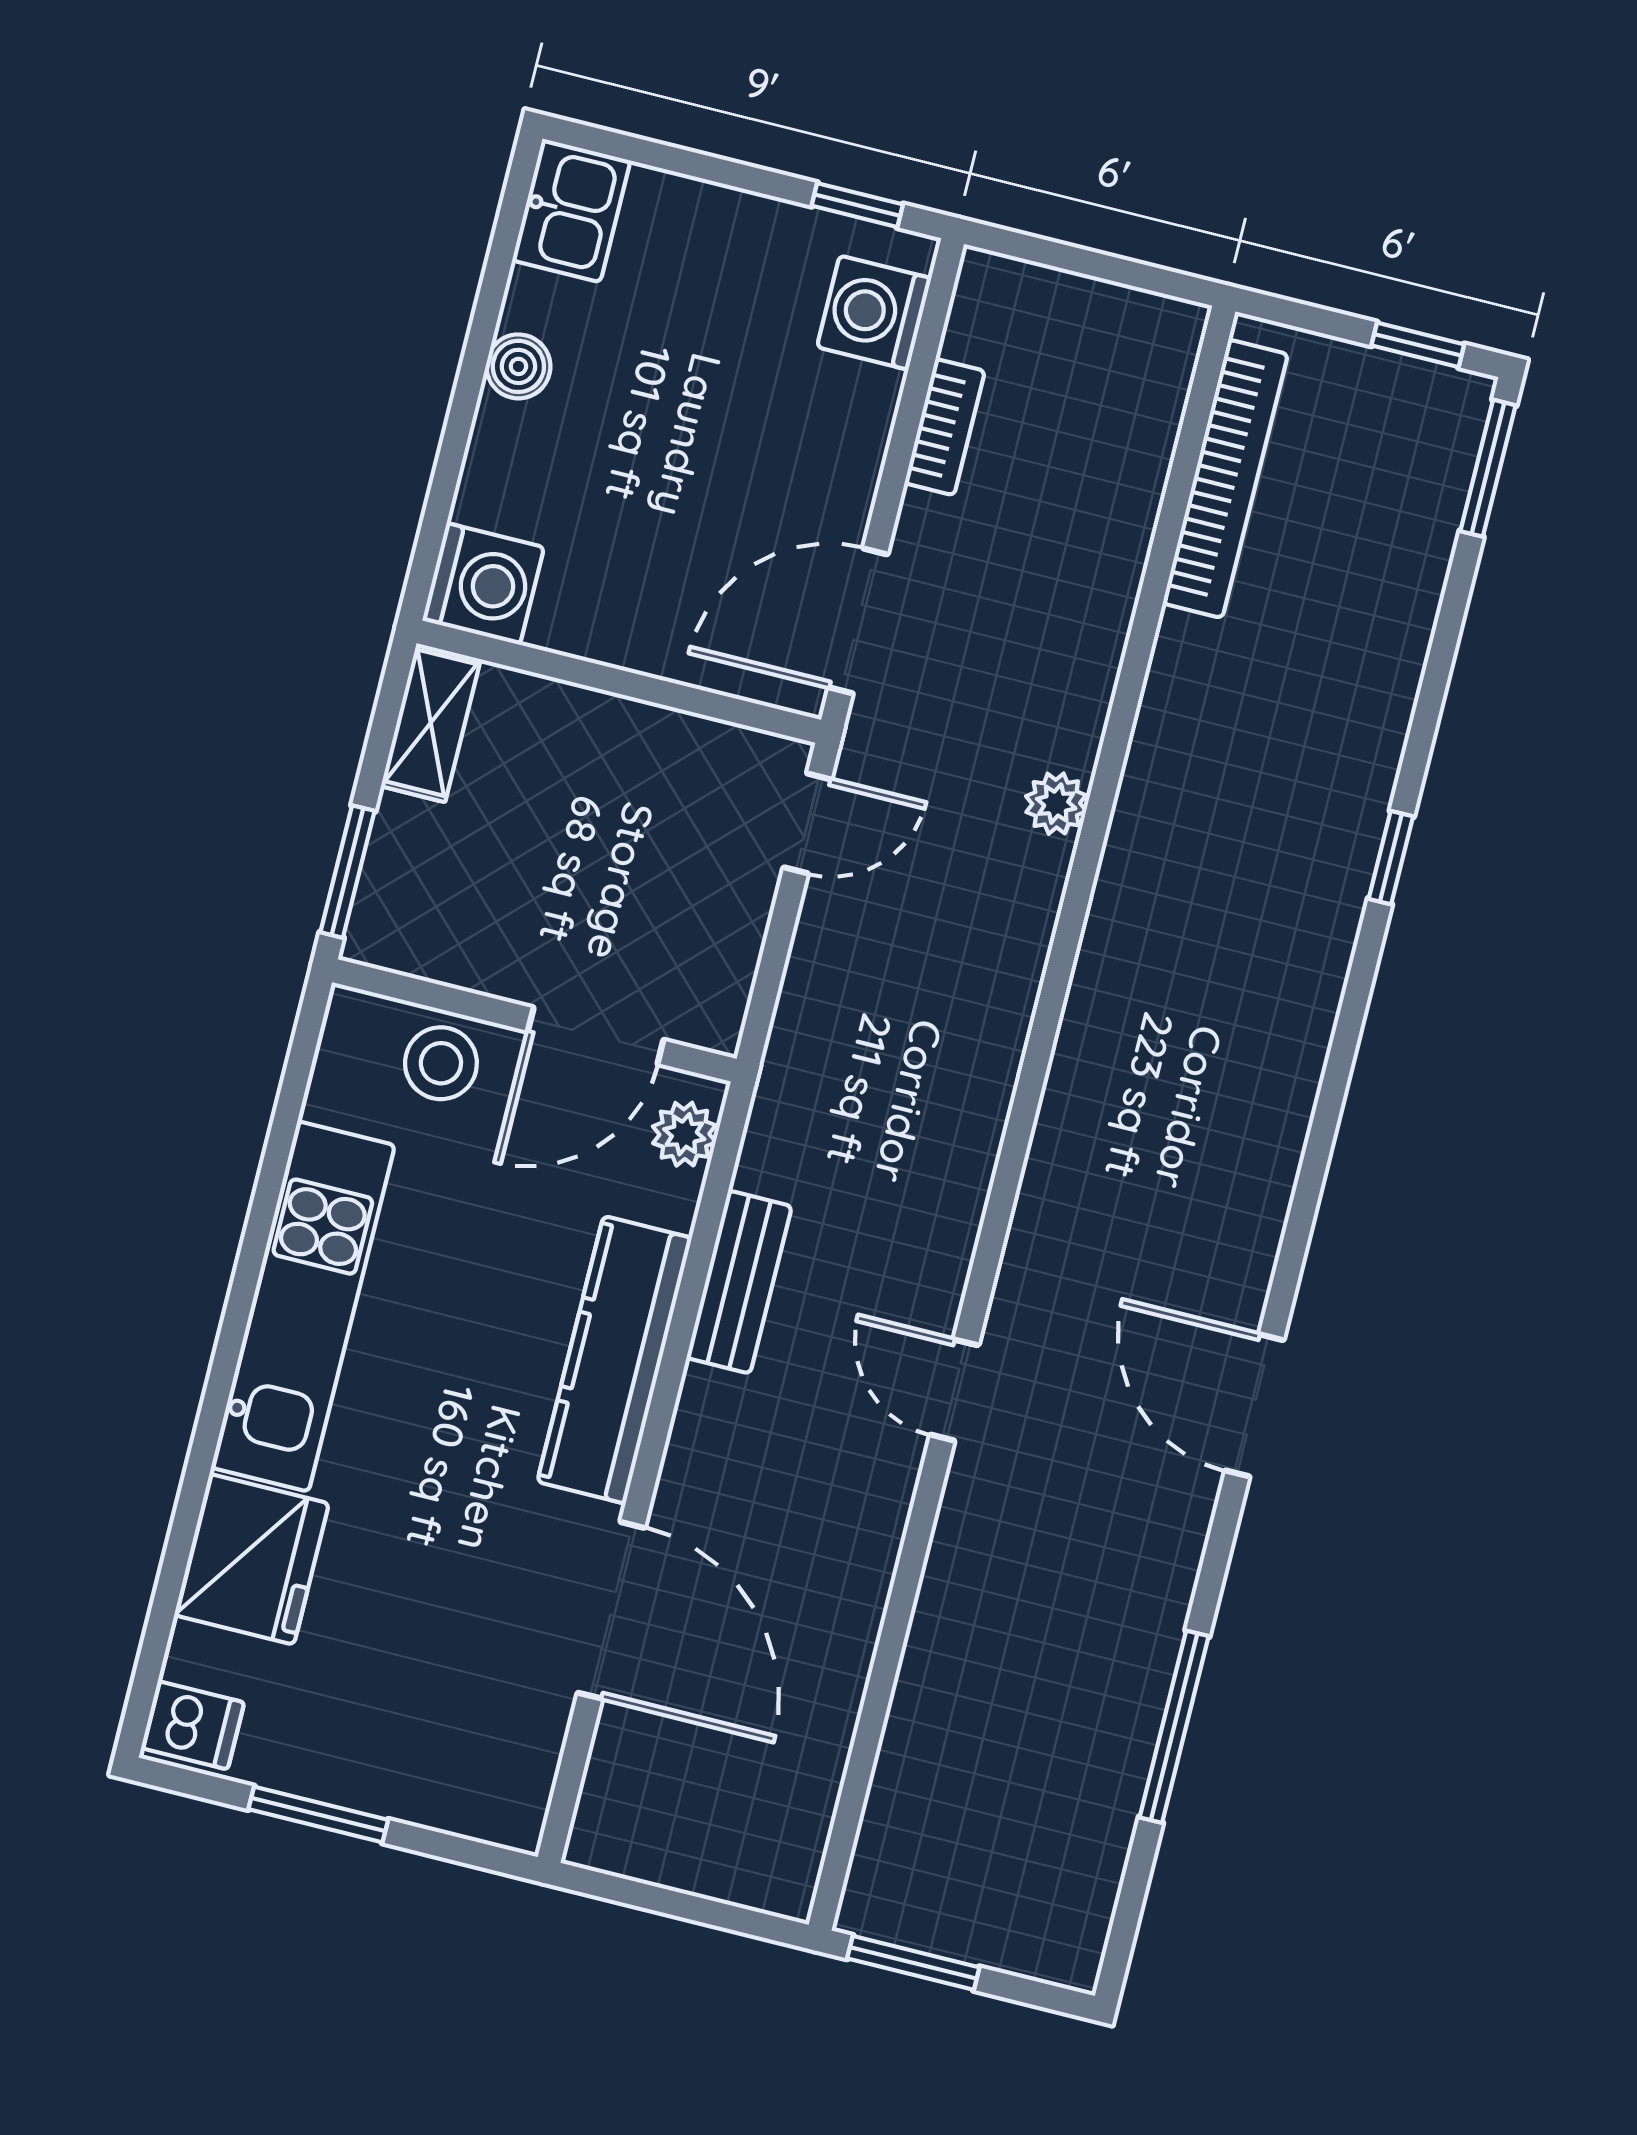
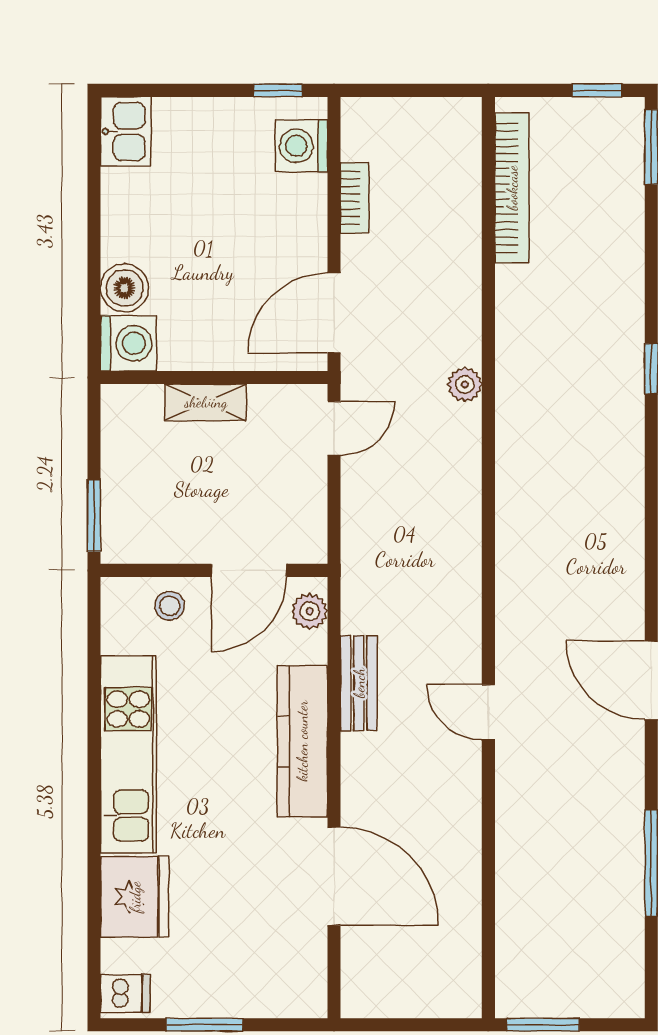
boiler: (518, 366) -> (125, 288), moved, width x1.36, depth x1.36
shelving: (431, 723) -> (206, 402), moved, turned 90
stool: (441, 1063) -> (170, 606), width x0.73, depth x0.73

